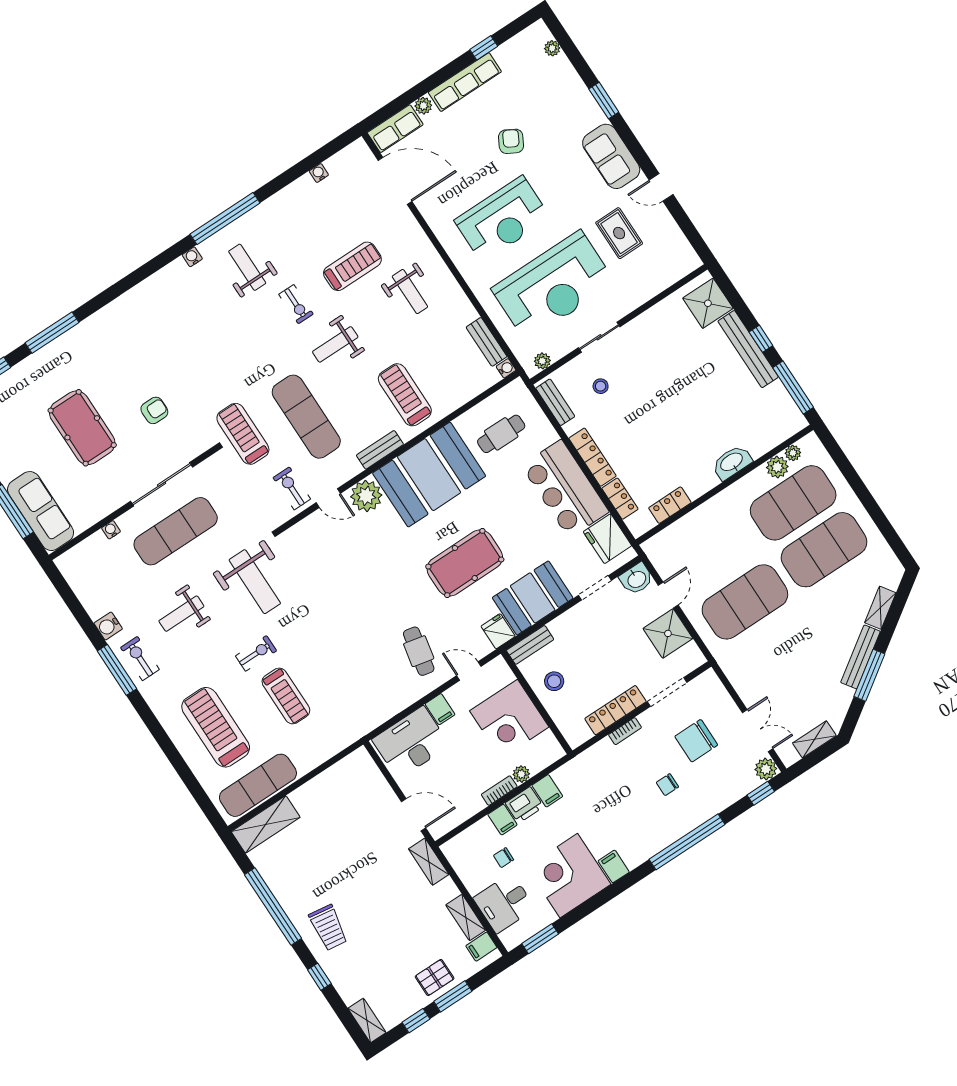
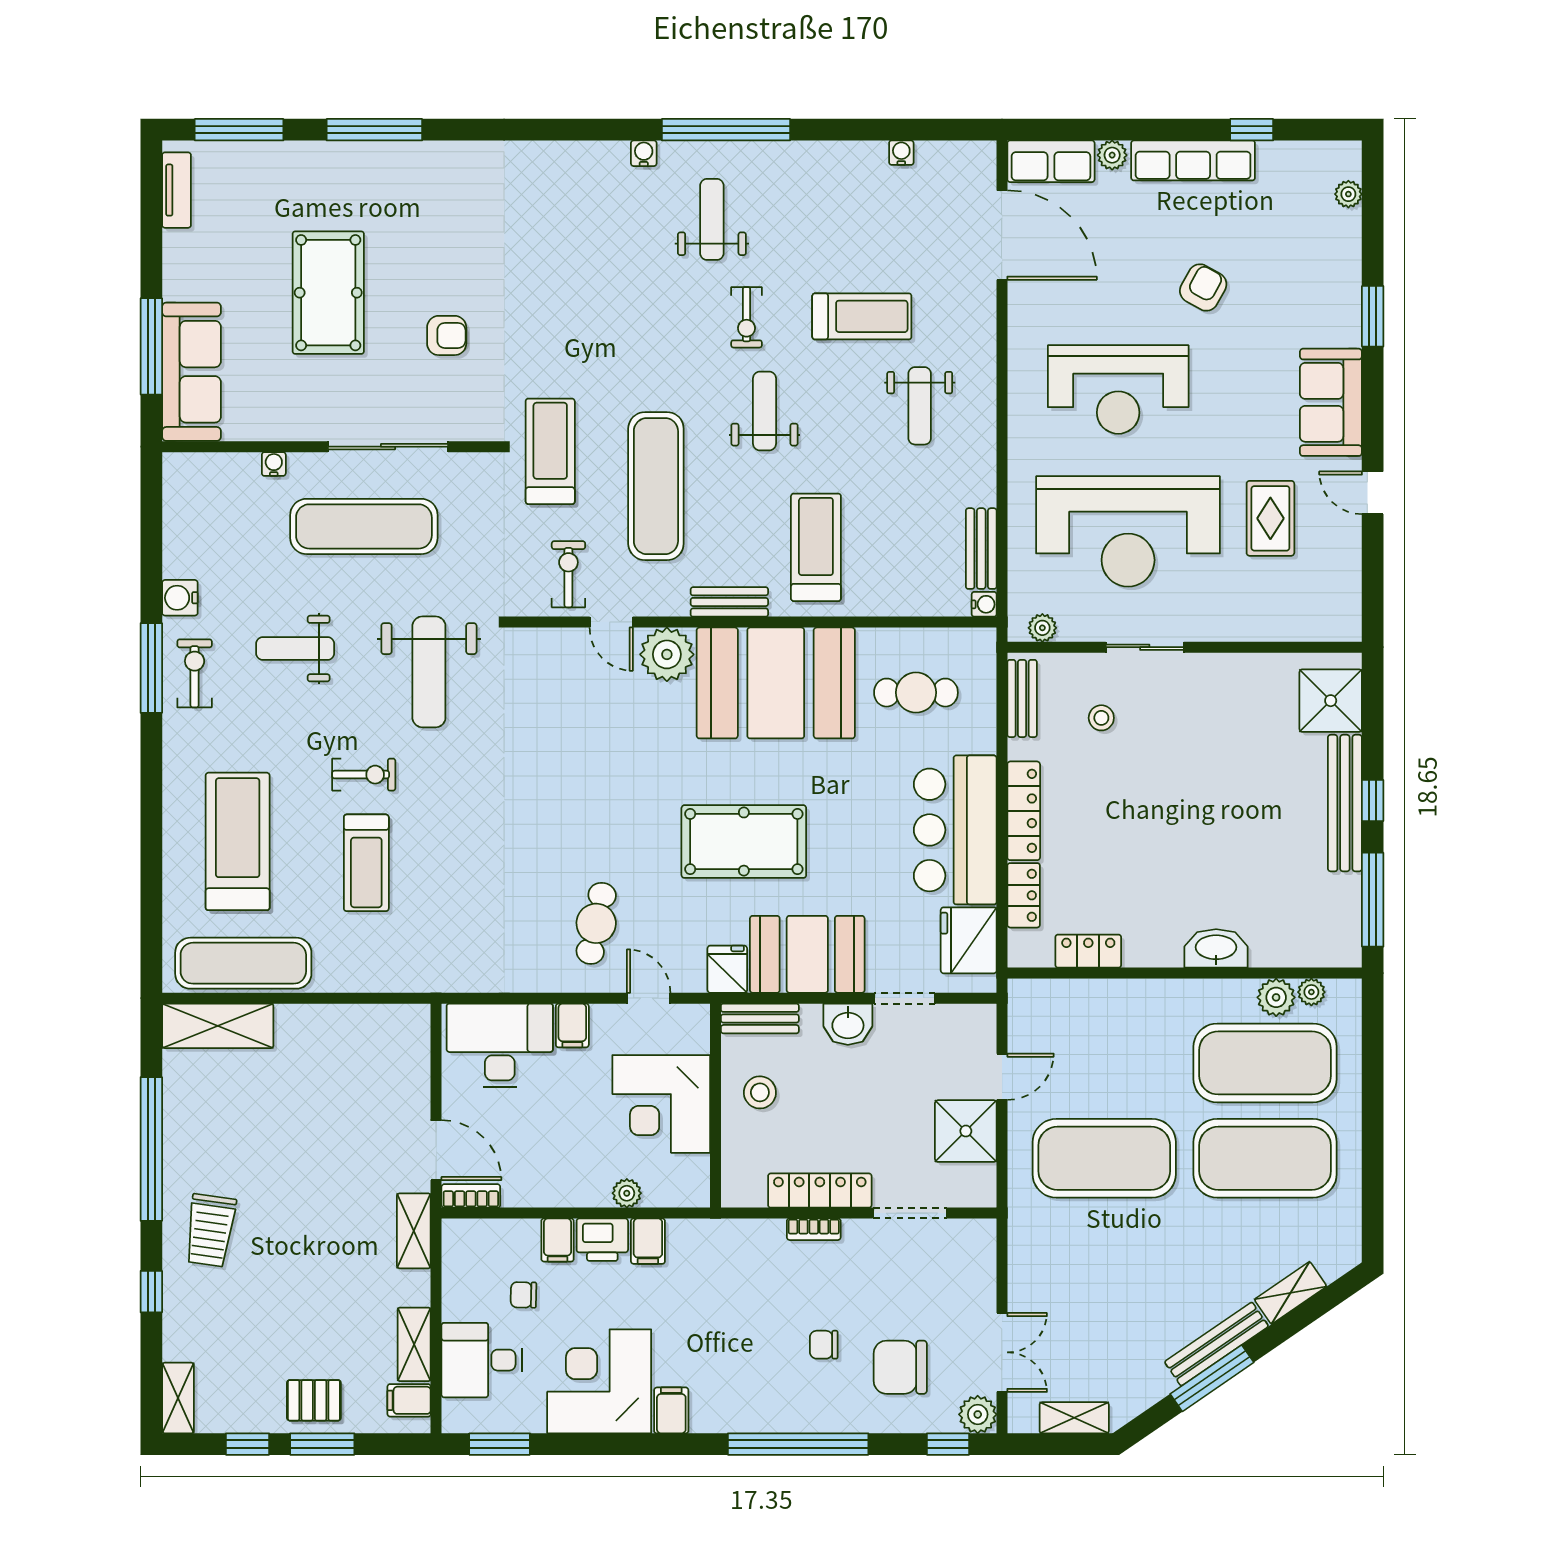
weight bench: (335, 344) -> (765, 411), turned 90
washbasin: (636, 579) -> (848, 1024), moved
chair: (696, 741) -> (900, 1367), moved
bookcase: (499, 791) -> (471, 1196), moved

